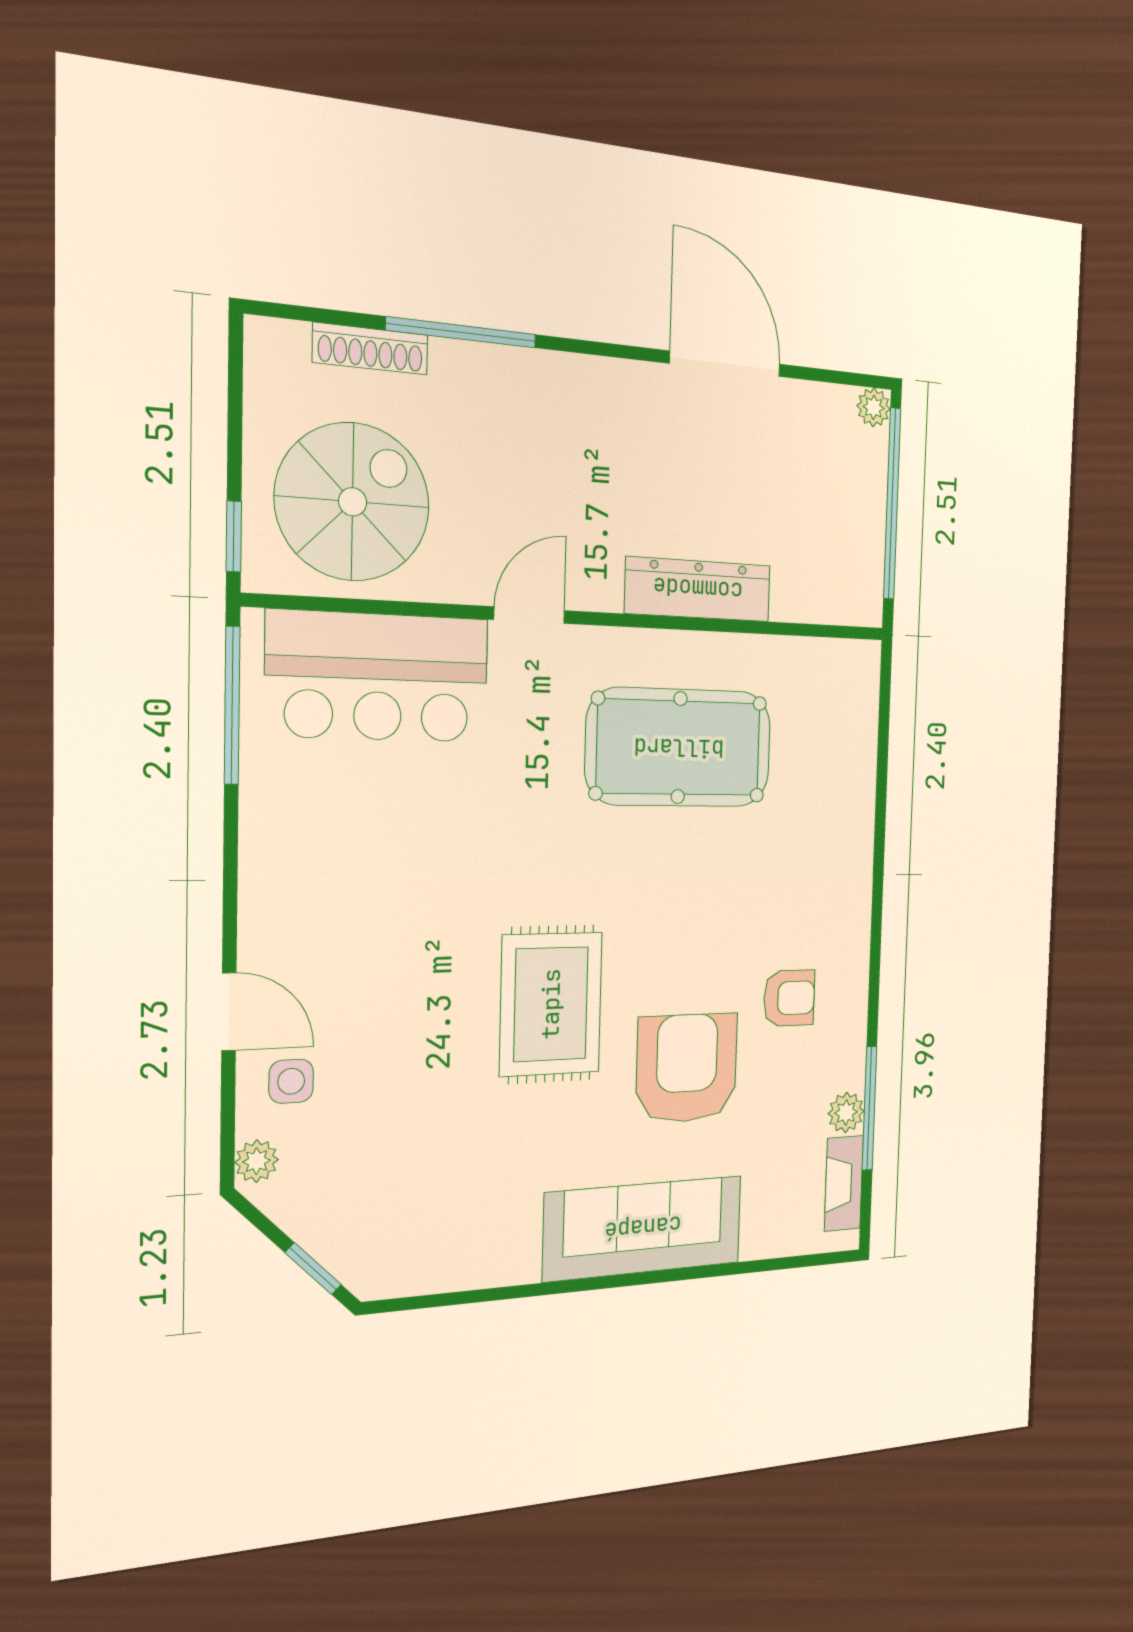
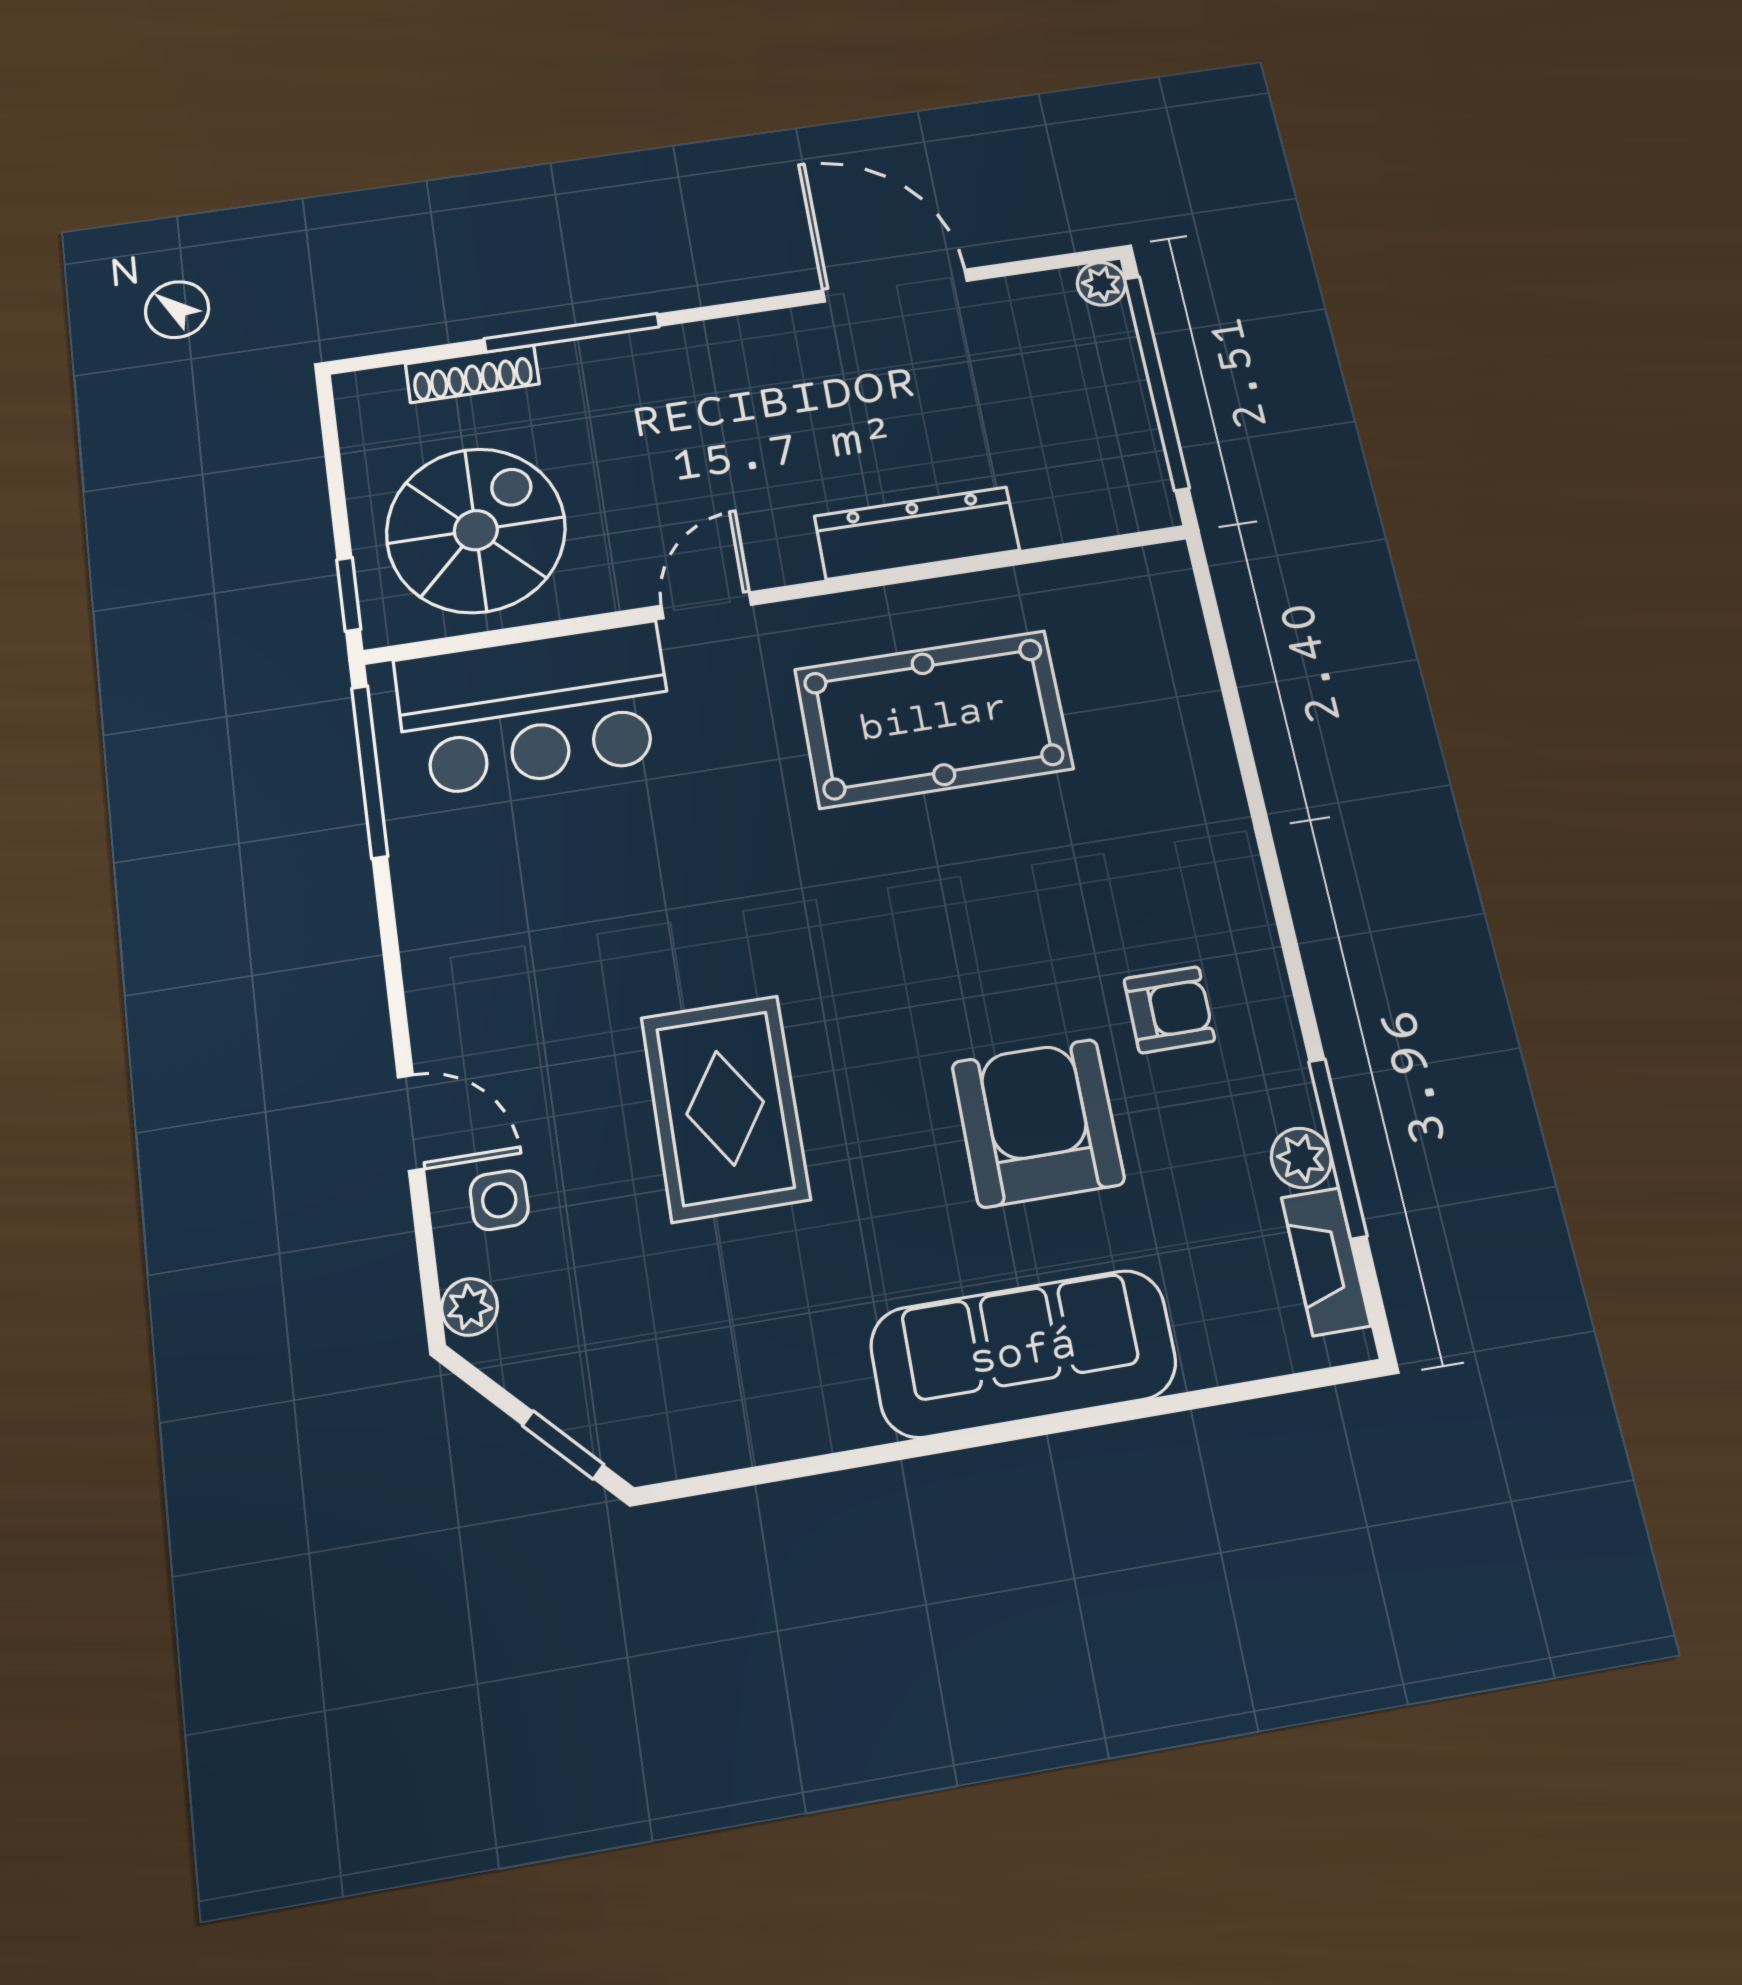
rug: (551, 1004) -> (725, 1108), moved

